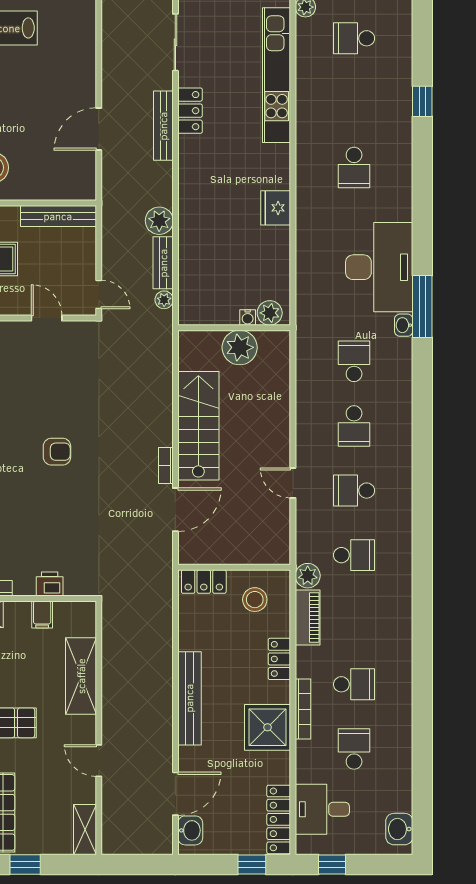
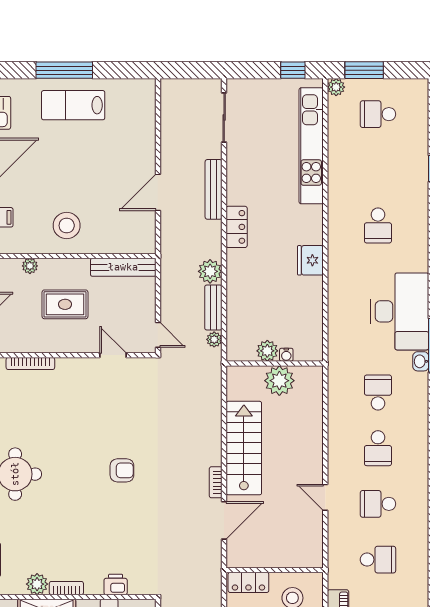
locker: (190, 111) -> (237, 227), moved
plant: (270, 313) -> (267, 351), moved
plant: (308, 576) -> (338, 577), removed

